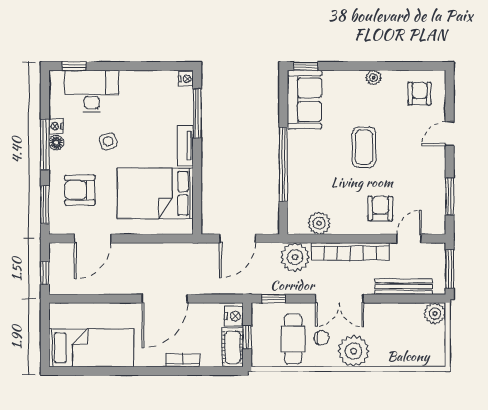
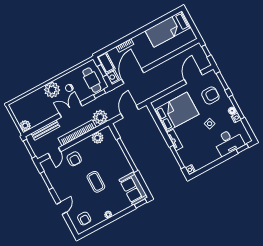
door: (165, 299) -> (133, 76), moved
cafe table: (293, 339) -> (92, 80), moved

